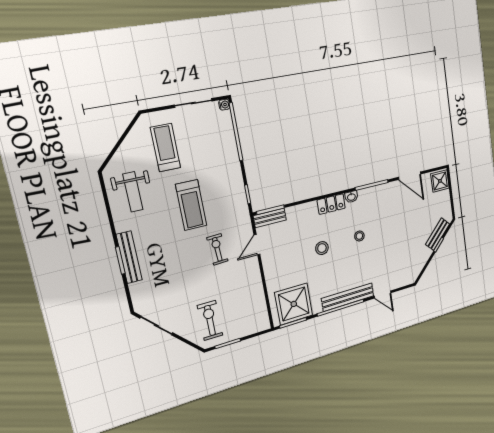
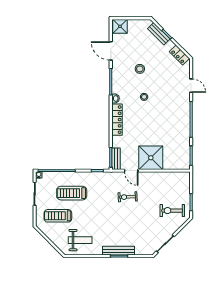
door: (410, 176) -> (111, 51), swing flipped
locker: (331, 204) -> (117, 120), width x1.53
treadmill: (191, 205) -> (72, 193), moved, turned 180
stool: (322, 248) -> (140, 69), moved
locker: (417, 268) -> (179, 55), added
door: (383, 294) -> (191, 86), hinge flipped
bench: (348, 297) -> (185, 113), removed
shower: (294, 304) -> (151, 158), moved

